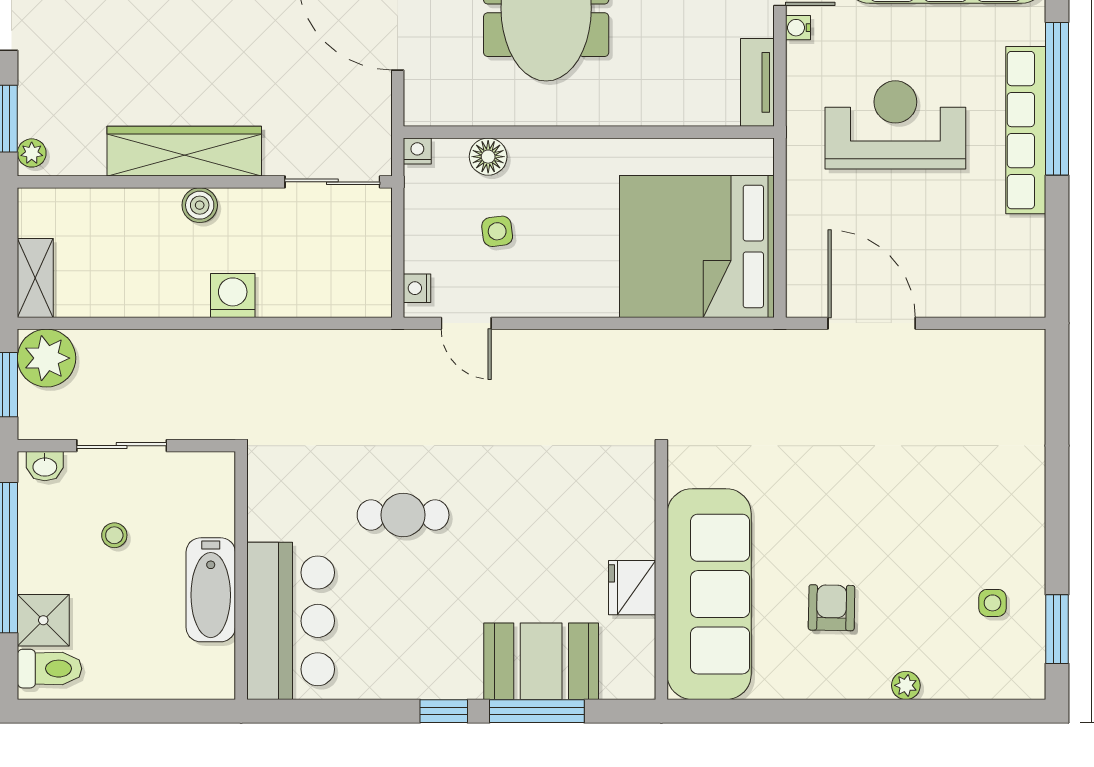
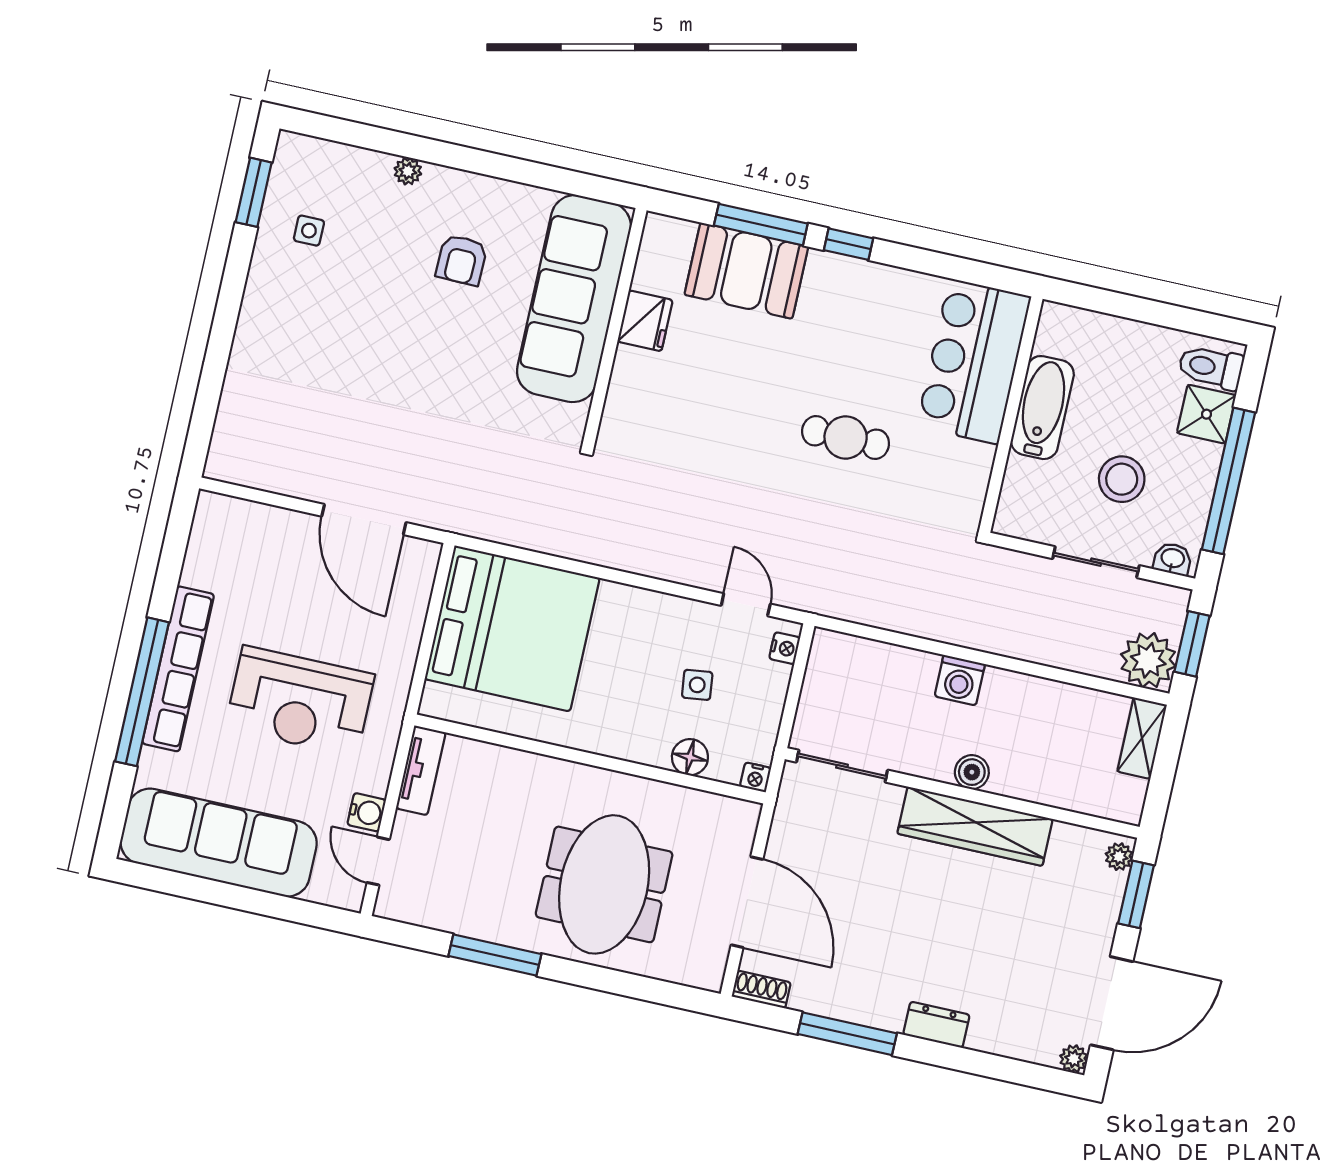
water cooler: (798, 28) -> (367, 812), width x1.38, depth x1.38
stool: (114, 535) -> (1122, 479), width x1.89, depth x1.89

